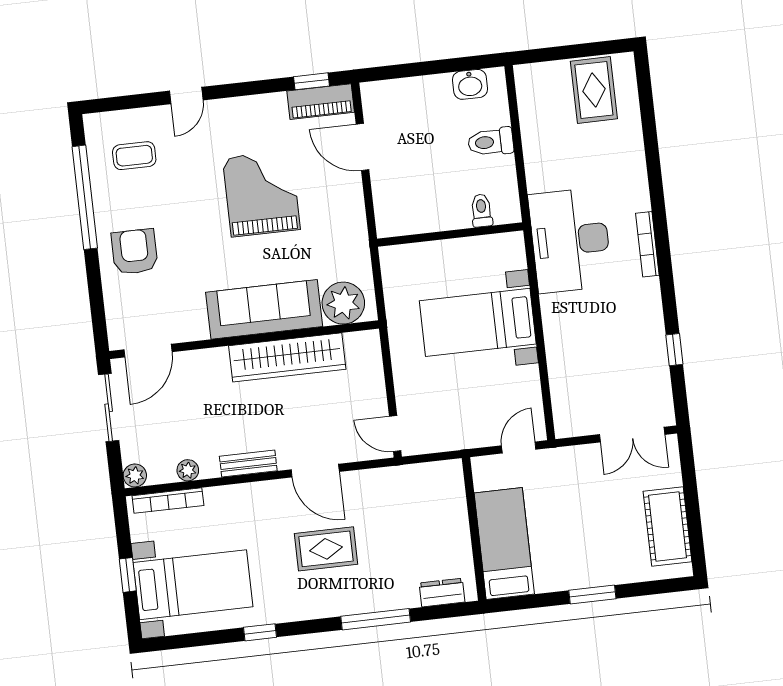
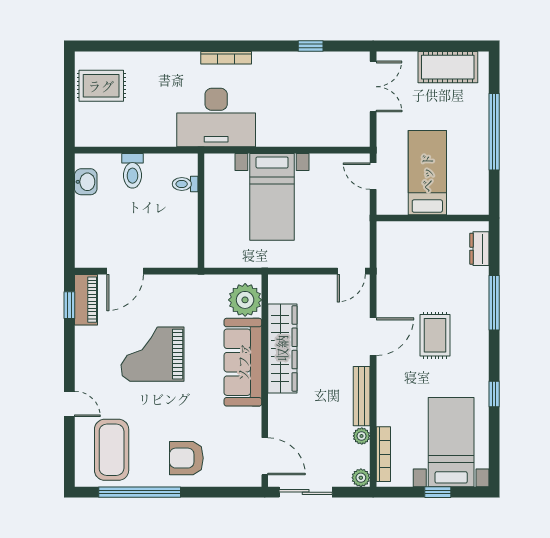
coffee table: (134, 156) -> (112, 450), width x1.86, depth x1.72
bench: (248, 464) -> (362, 396), width x1.36
bed: (504, 544) -> (427, 173), moved, turned 90
window: (592, 594) -> (494, 132), width x2.11

